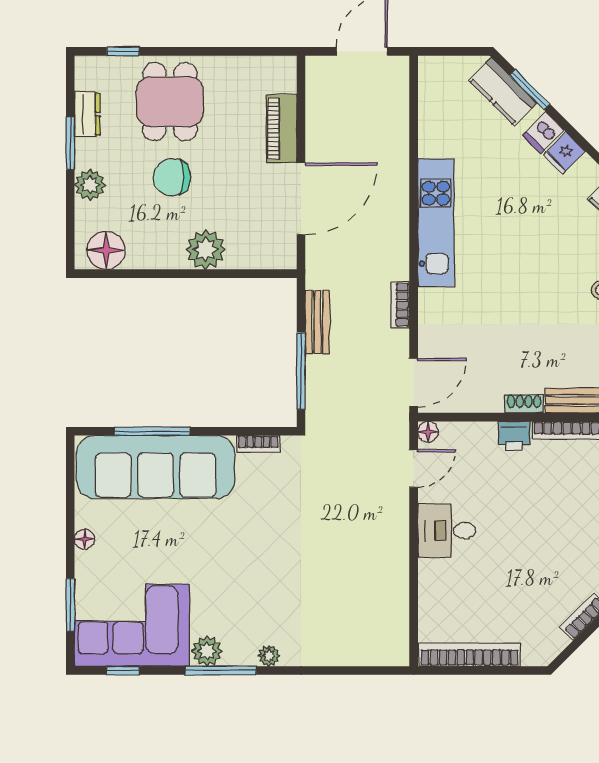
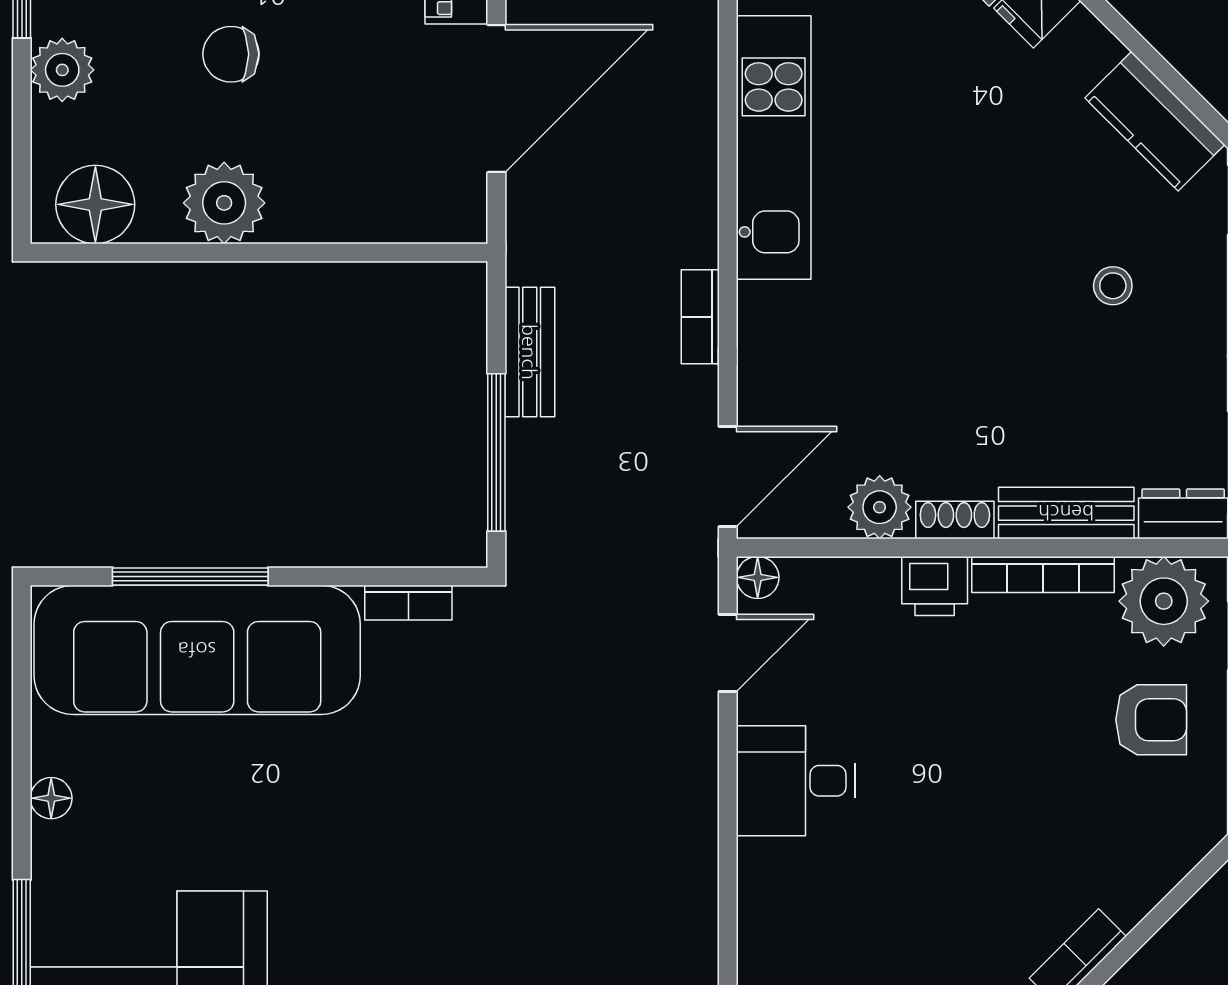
chair: (172, 177) -> (231, 54), width x0.73, depth x0.73
plant: (206, 250) -> (224, 203), moved
plant: (487, 398) -> (880, 507), added

